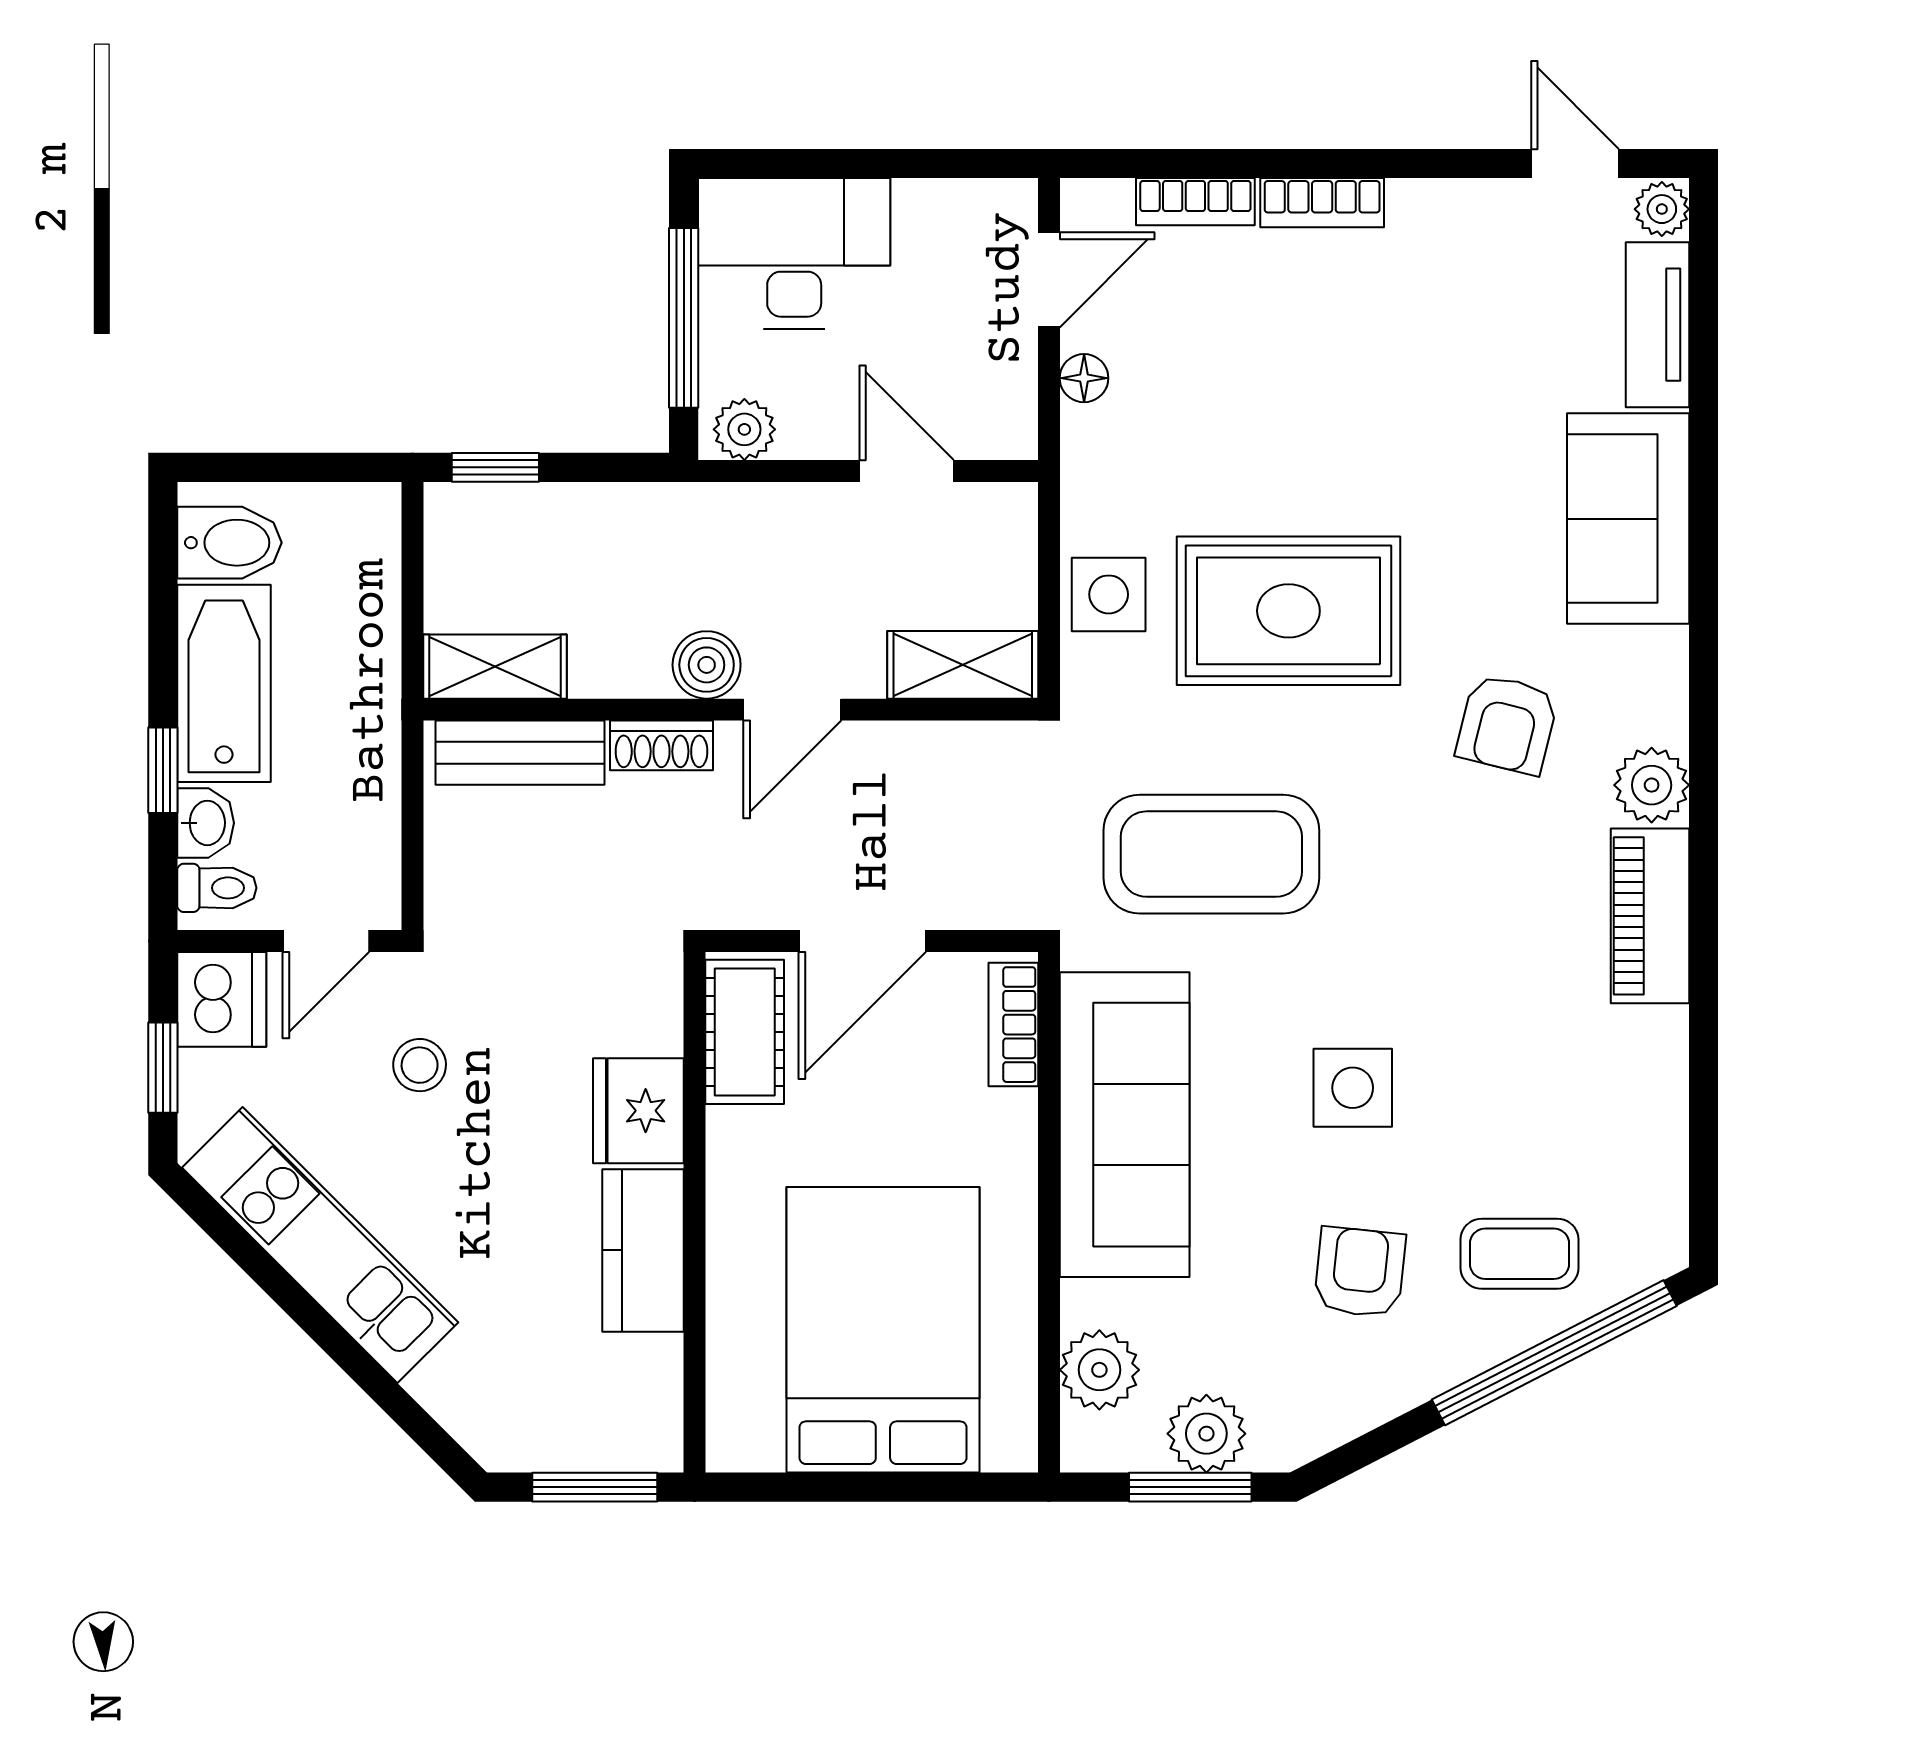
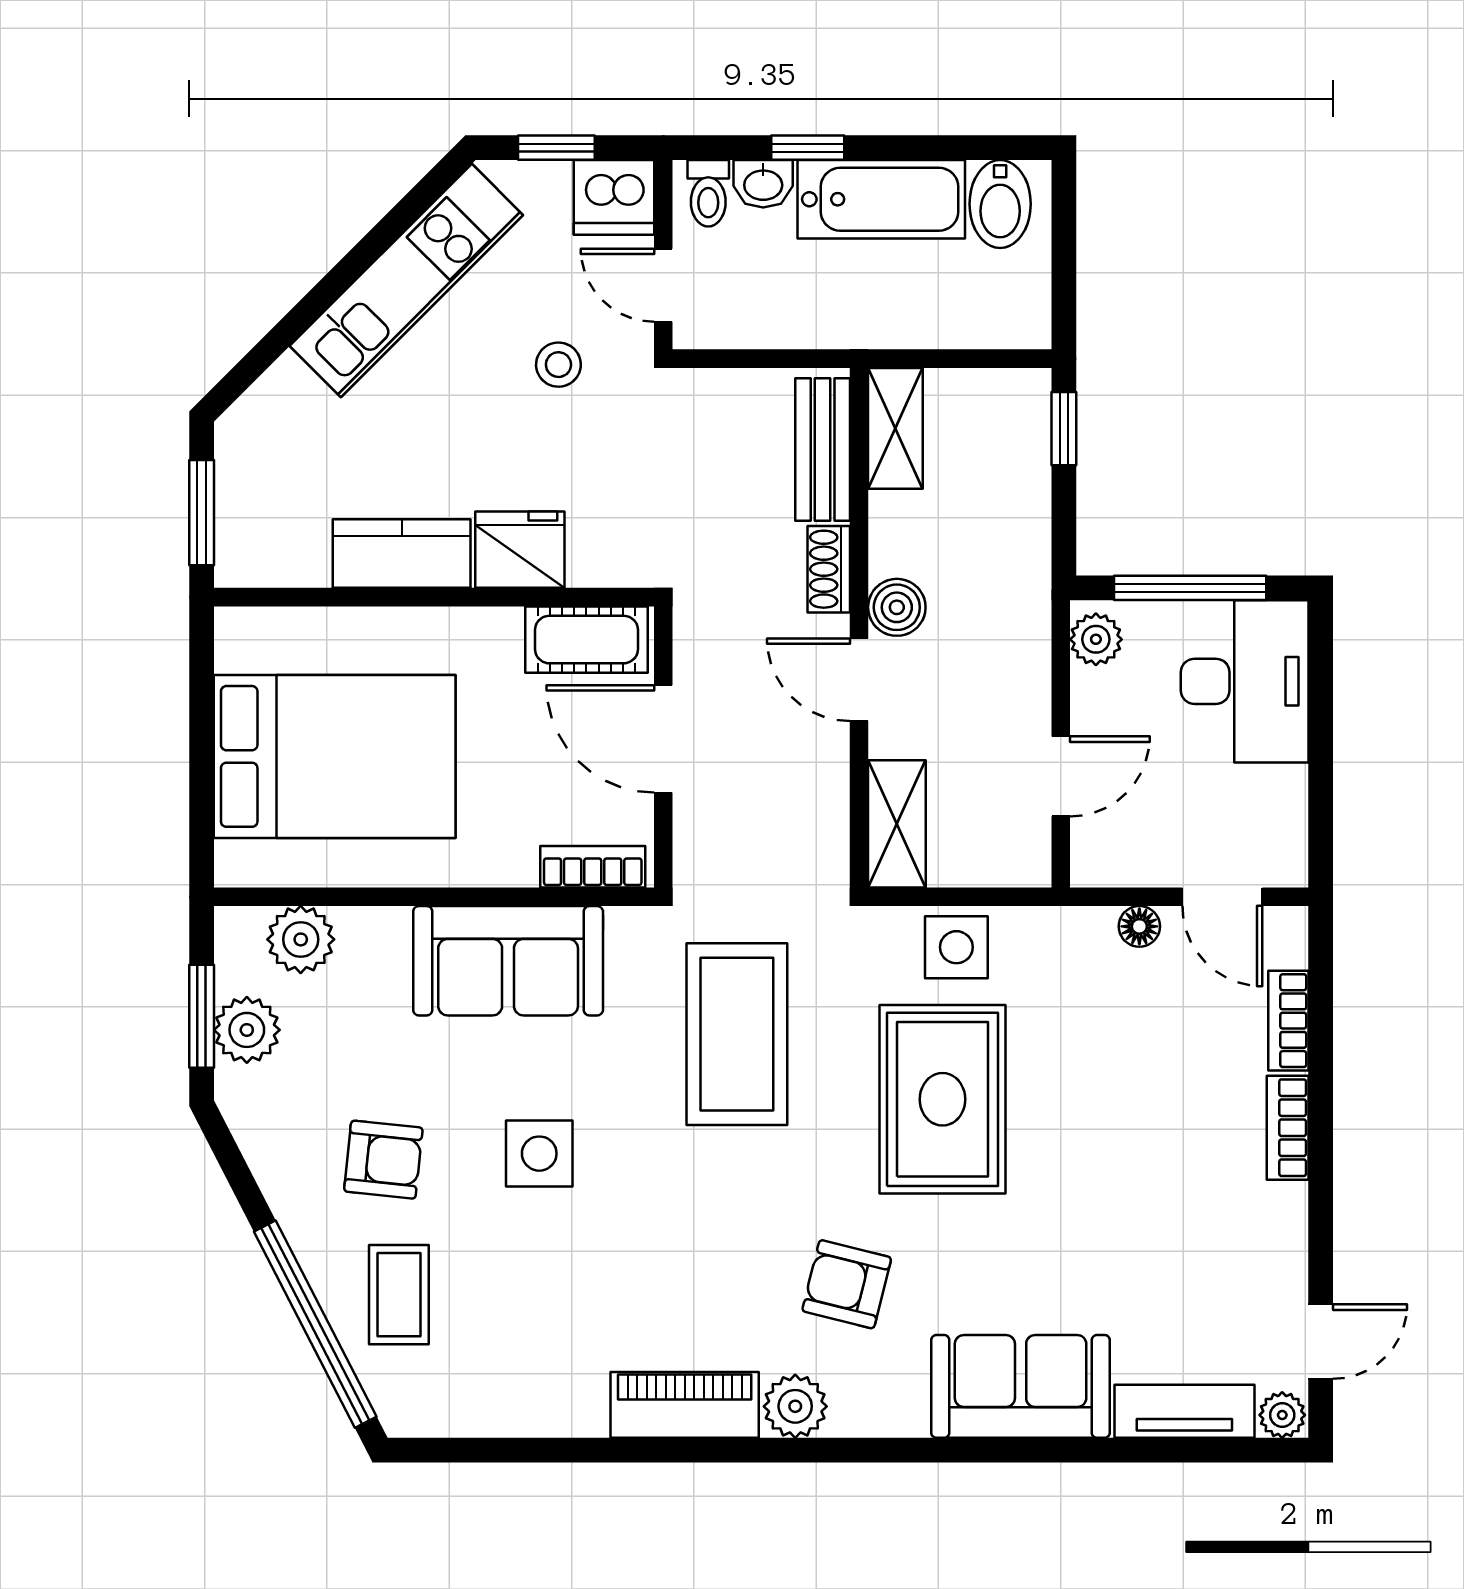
sofa: (1125, 1125) -> (508, 961), width x0.73

